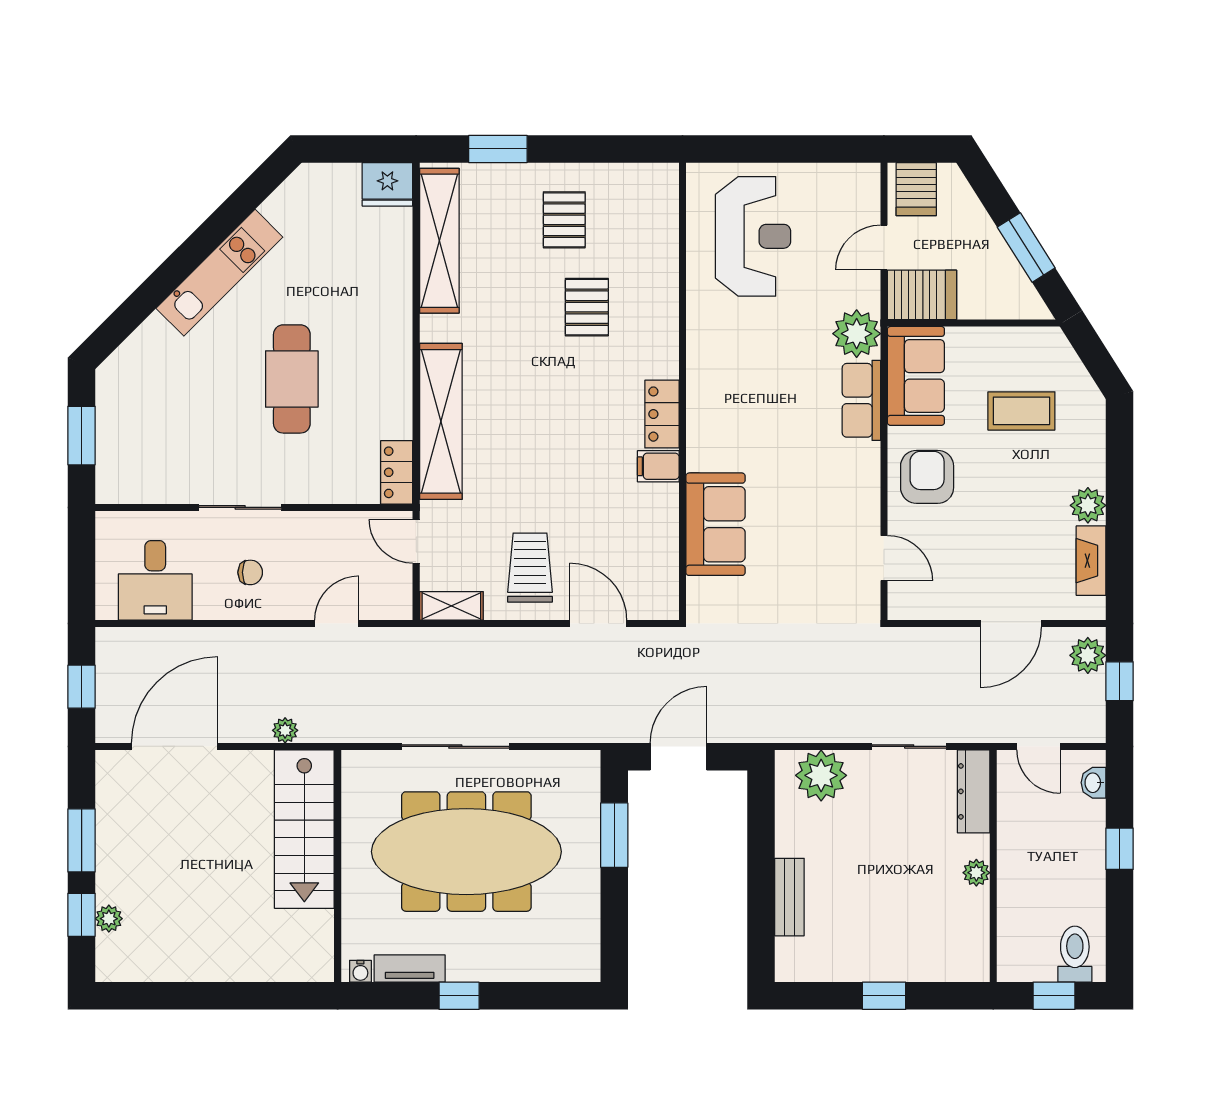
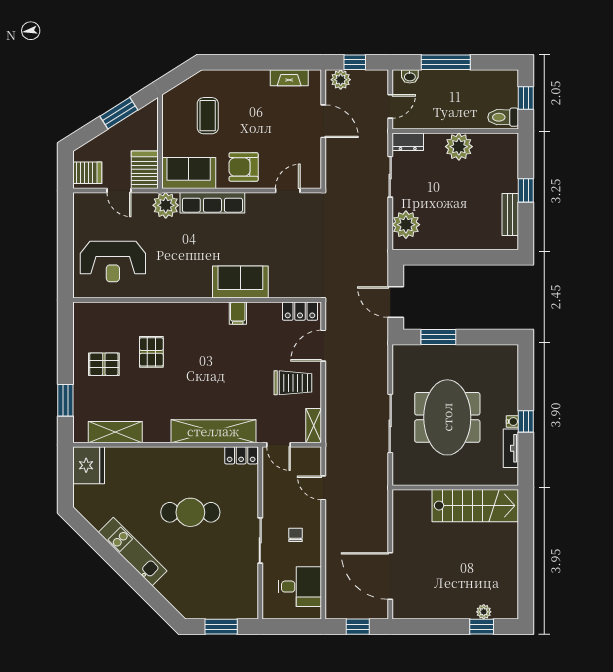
fridge: (387, 184) -> (89, 465), width x1.36, depth x1.34
reception desk: (753, 236) -> (113, 262), turned 180
shelving: (439, 241) -> (115, 432), width x0.68
pallet: (587, 307) -> (151, 352), turned 90
row of seats: (861, 400) -> (212, 203), width x1.48
locker: (662, 414) -> (300, 311), moved
plant: (1088, 505) -> (259, 79), removed
sofa: (716, 524) -> (240, 282), moved
door: (416, 541) -> (279, 445), hinge flipped
trolley: (530, 568) -> (293, 383), turned 180
plant: (285, 730) -> (381, 516), removed
dresser: (974, 791) -> (408, 142), width x0.70
stairs: (304, 829) -> (475, 506), moved
window: (82, 840) -> (441, 627), removed
window: (1120, 849) -> (446, 62), width x2.17
meeting table: (466, 852) -> (447, 417), width x0.73
plant: (976, 873) -> (459, 147), width x1.88, depth x1.88
bench: (789, 897) -> (510, 214), moved, turned 90
toilet: (1075, 954) -> (503, 117), moved
water cooler: (360, 971) -> (512, 422), moved

